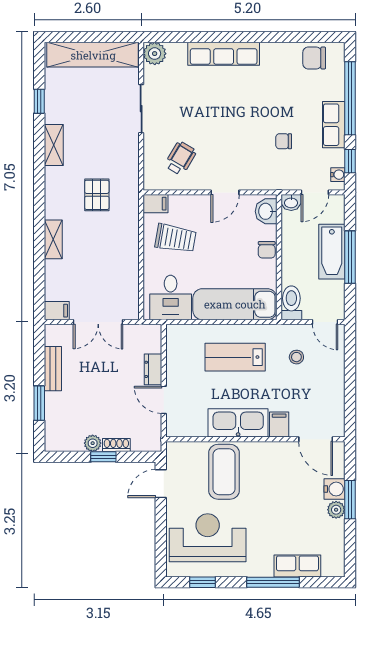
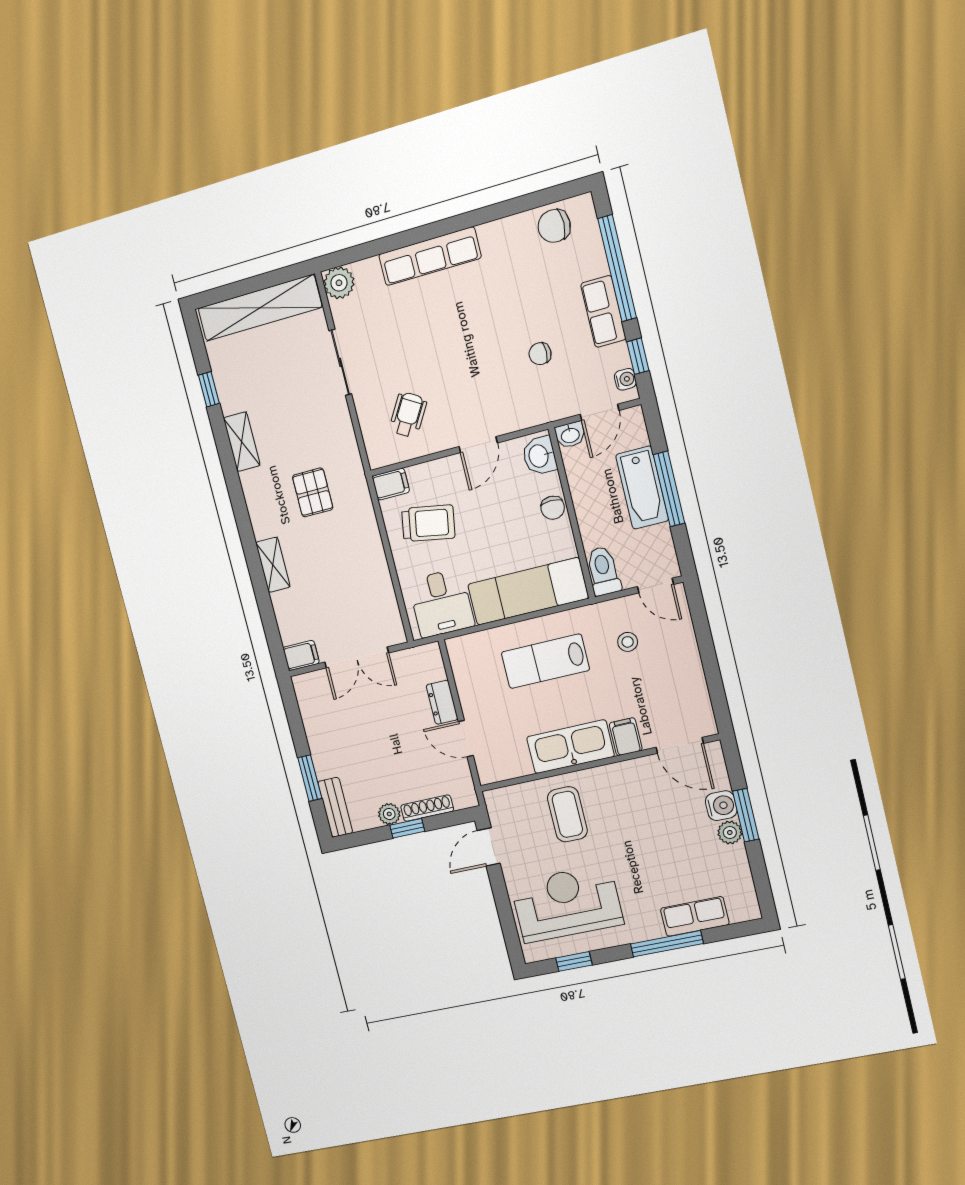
bench: (53, 369) -> (335, 807), moved
shoe rack: (116, 445) -> (427, 808), width x1.43
coffee table: (224, 472) -> (567, 814), width x0.73, depth x0.76

